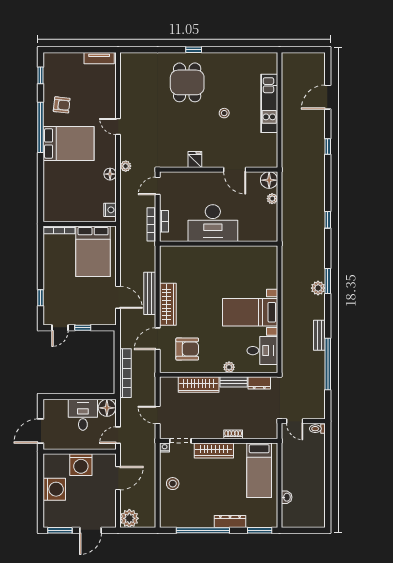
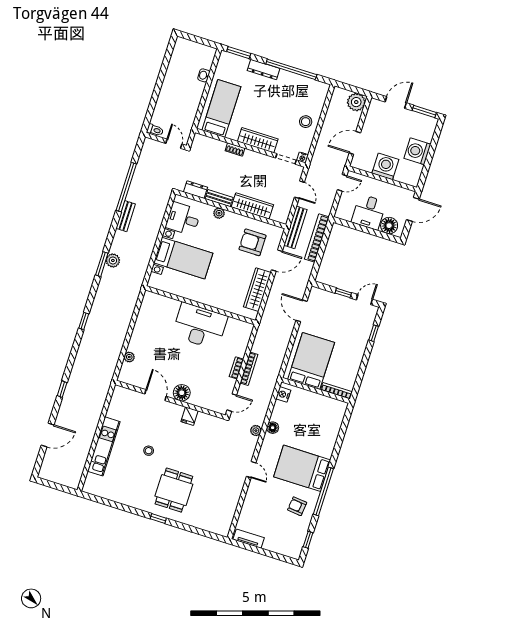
floor lamp: (269, 180) -> (182, 393), moved
desk: (213, 223) -> (200, 326), moved
wall: (219, 244) -> (200, 305), moved
bench: (150, 293) -> (295, 227), moved
floor lamp: (107, 408) -> (389, 226), moved

